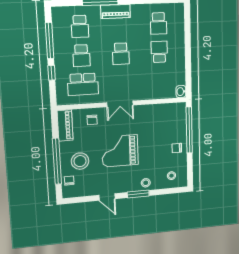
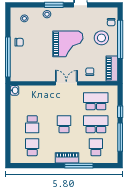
school desk: (81, 56) -> (96, 124), width x1.85

